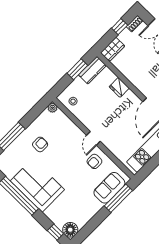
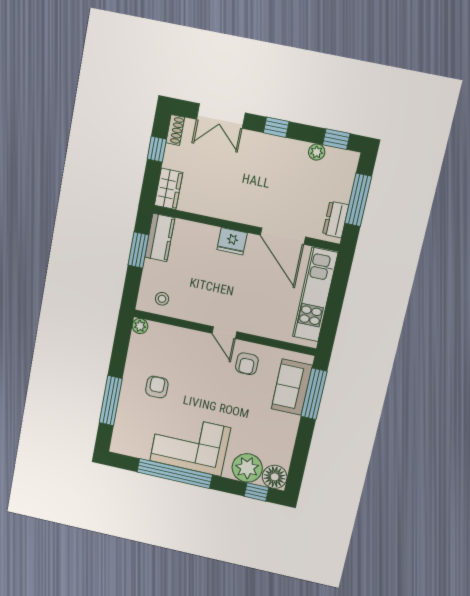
fridge: (119, 87) -> (232, 241), moved
plant: (59, 216) -> (247, 468), added

